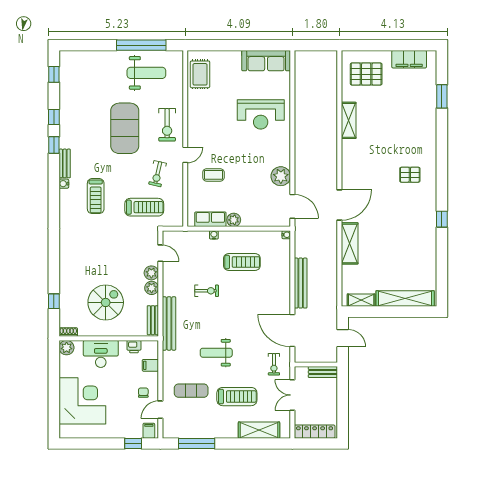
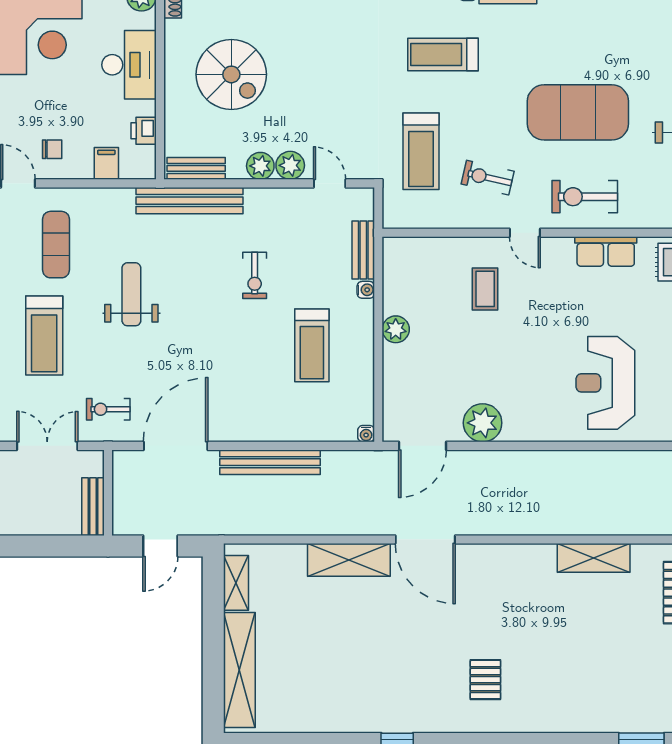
row of seats: (210, 219) -> (606, 251), moved, turned 90
bench: (194, 236) -> (363, 250), added
door: (160, 253) -> (330, 183), swing flipped

